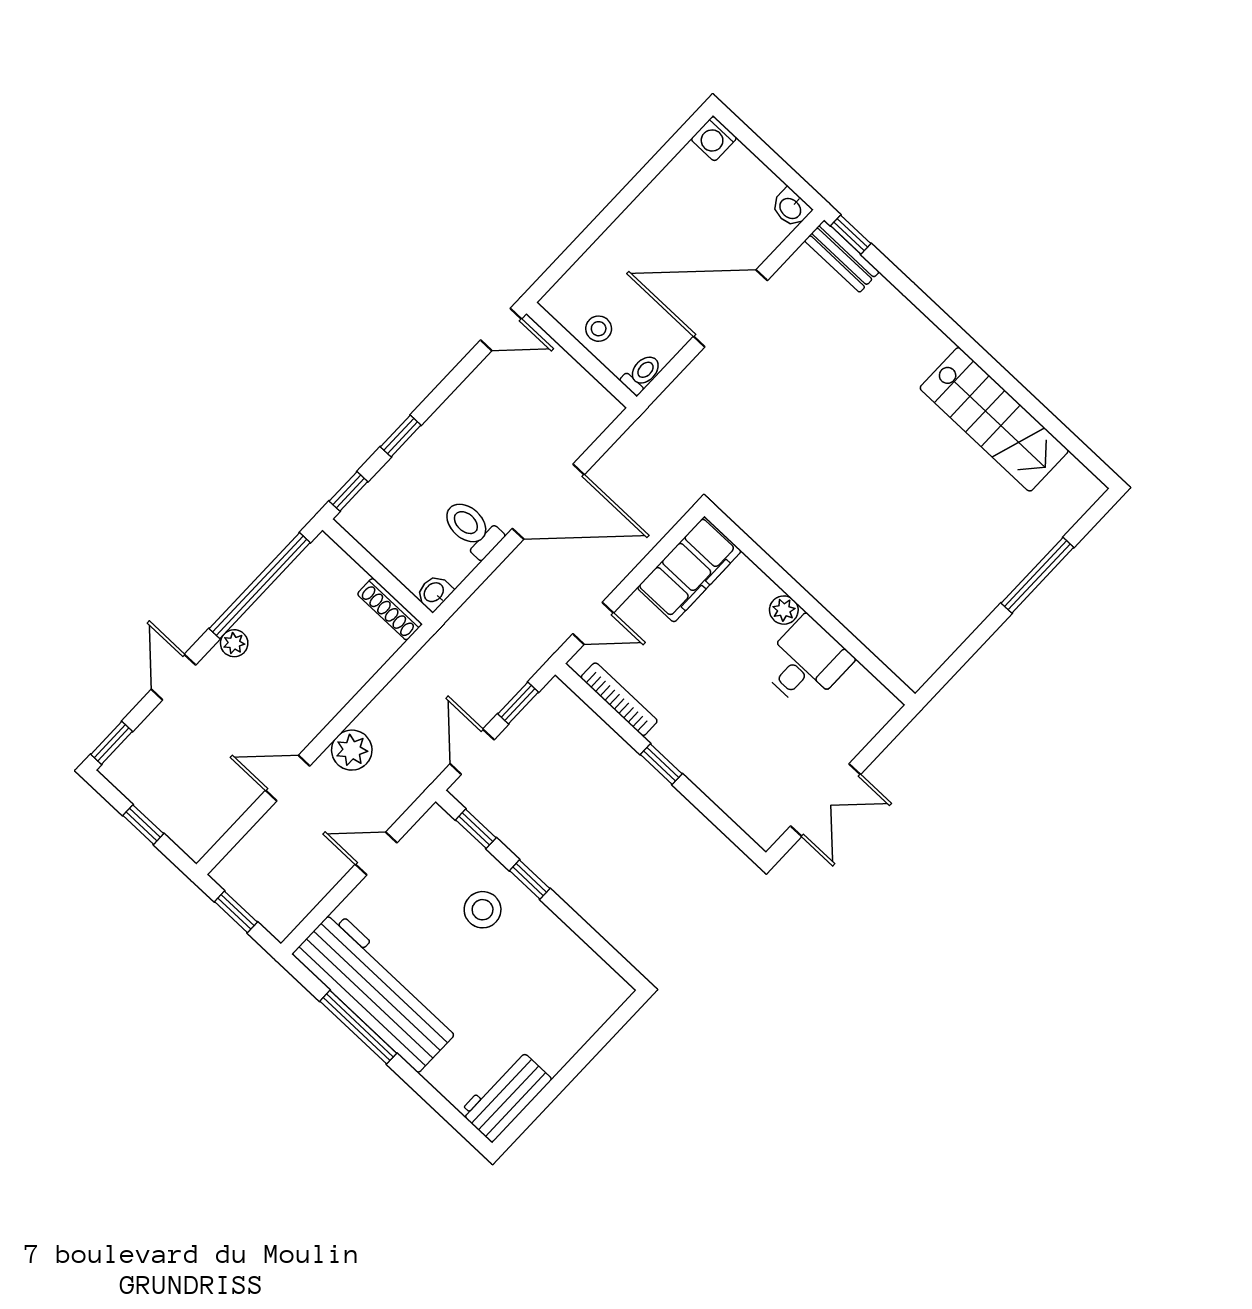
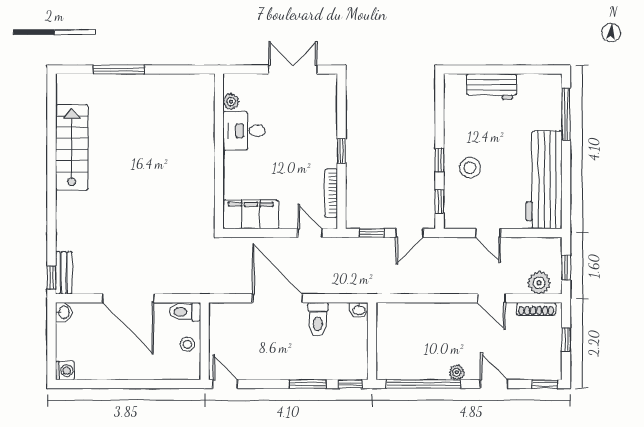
toilet: (642, 374) -> (185, 312), width x1.37, depth x1.39
window: (401, 436) -> (308, 384), width x1.50
shoe rack: (390, 609) -> (536, 309), moved, turned 90
plant: (784, 610) -> (231, 102), moved
door: (173, 677) -> (494, 384), swing flipped
plant: (352, 750) -> (539, 283), moved
window: (358, 1027) -> (566, 114), moved
workbench: (506, 1096) -> (492, 86), moved

